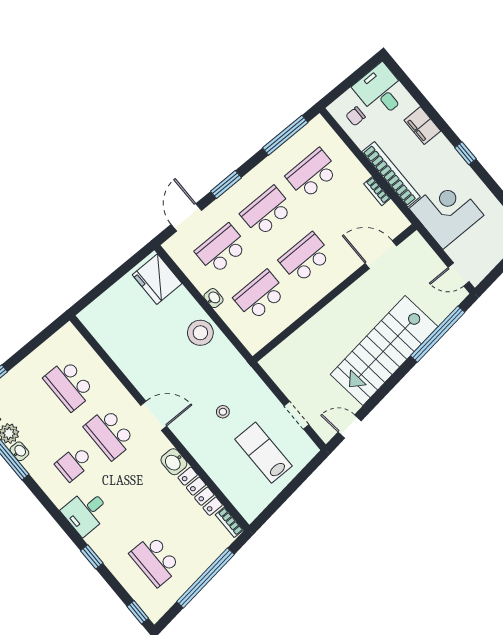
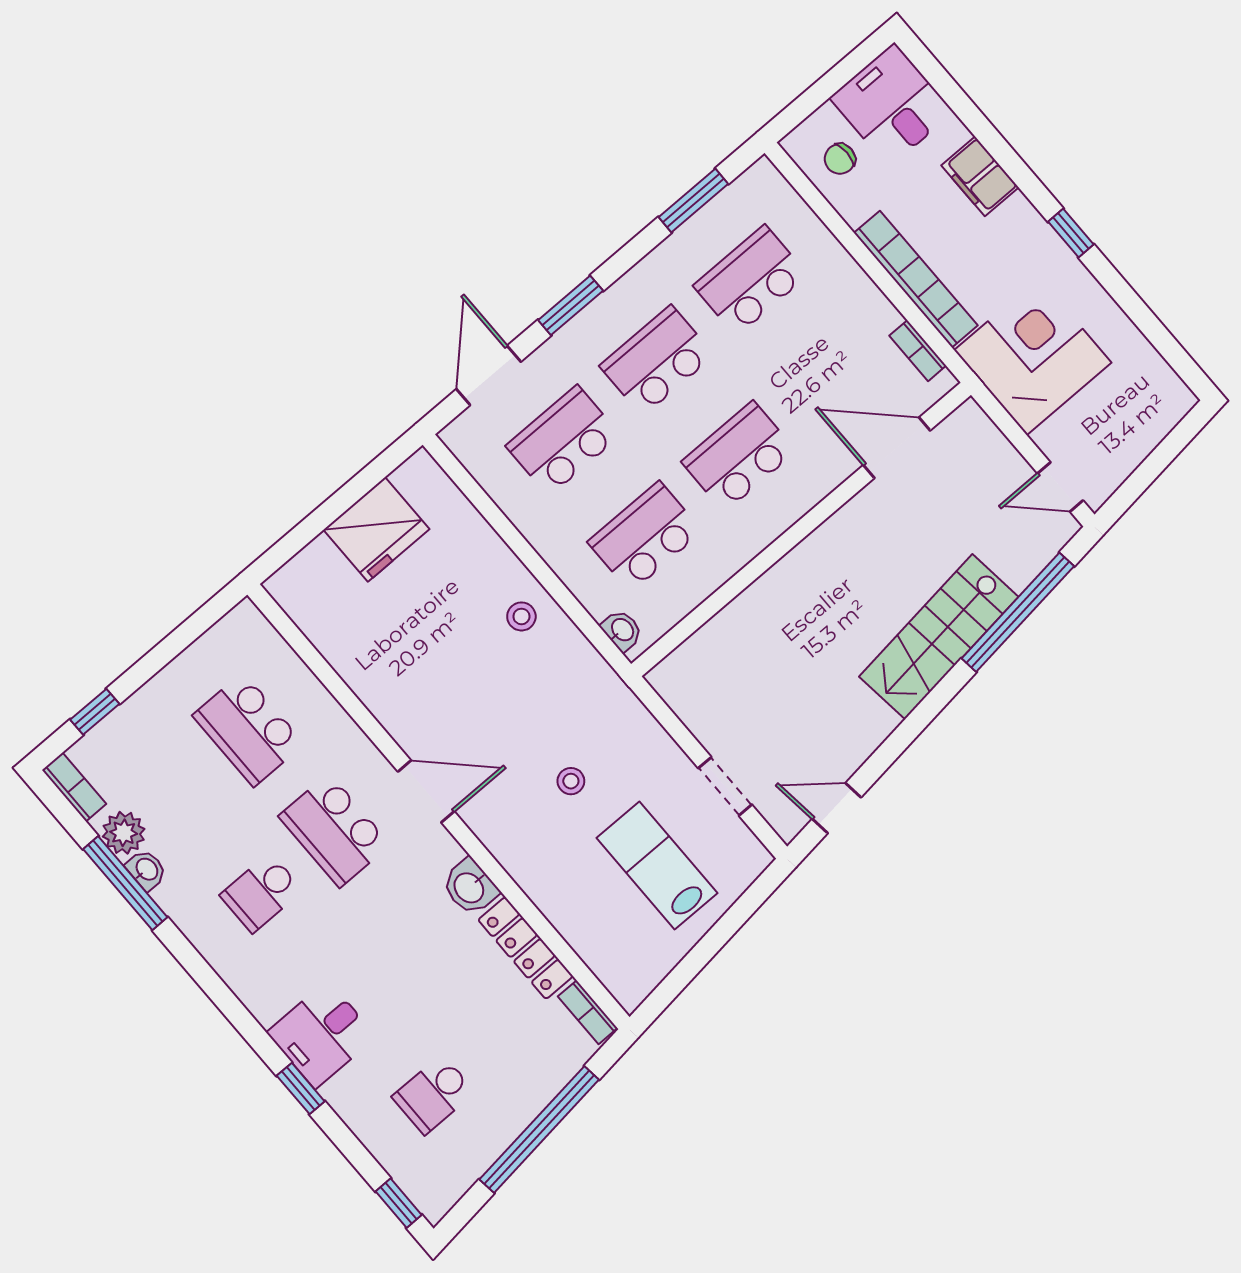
window: (285, 135) -> (693, 200), width x0.69
bookcase: (377, 191) -> (918, 351), moved
fridge: (157, 279) -> (376, 529), moved, turned -90
washbasin: (213, 298) -> (622, 630), moved
stool: (200, 333) -> (521, 616), width x0.53, depth x0.53
stairs: (384, 350) -> (939, 637), width x0.73, depth x0.66
desk: (86, 512) -> (322, 1035), moved
school desk: (155, 561) -> (433, 1094), width x0.54

